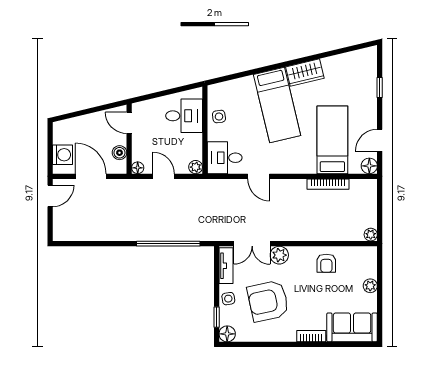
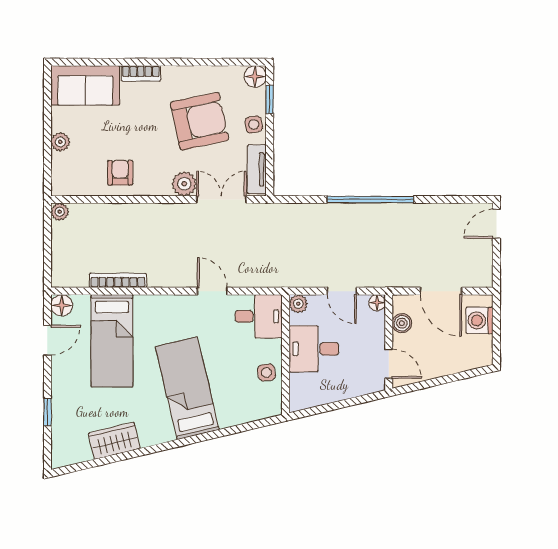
wardrobe: (305, 73) -> (114, 441), moved
desk: (184, 116) -> (314, 349), moved
door: (50, 196) -> (496, 224), moved
window: (168, 244) -> (370, 199), moved

